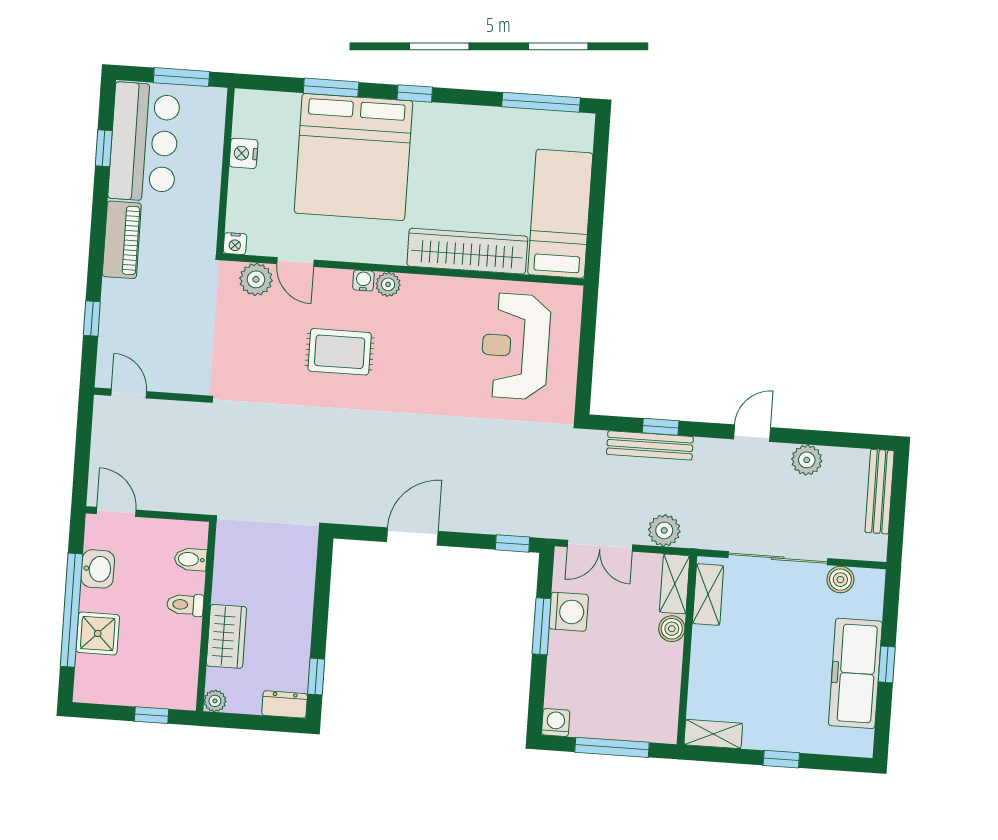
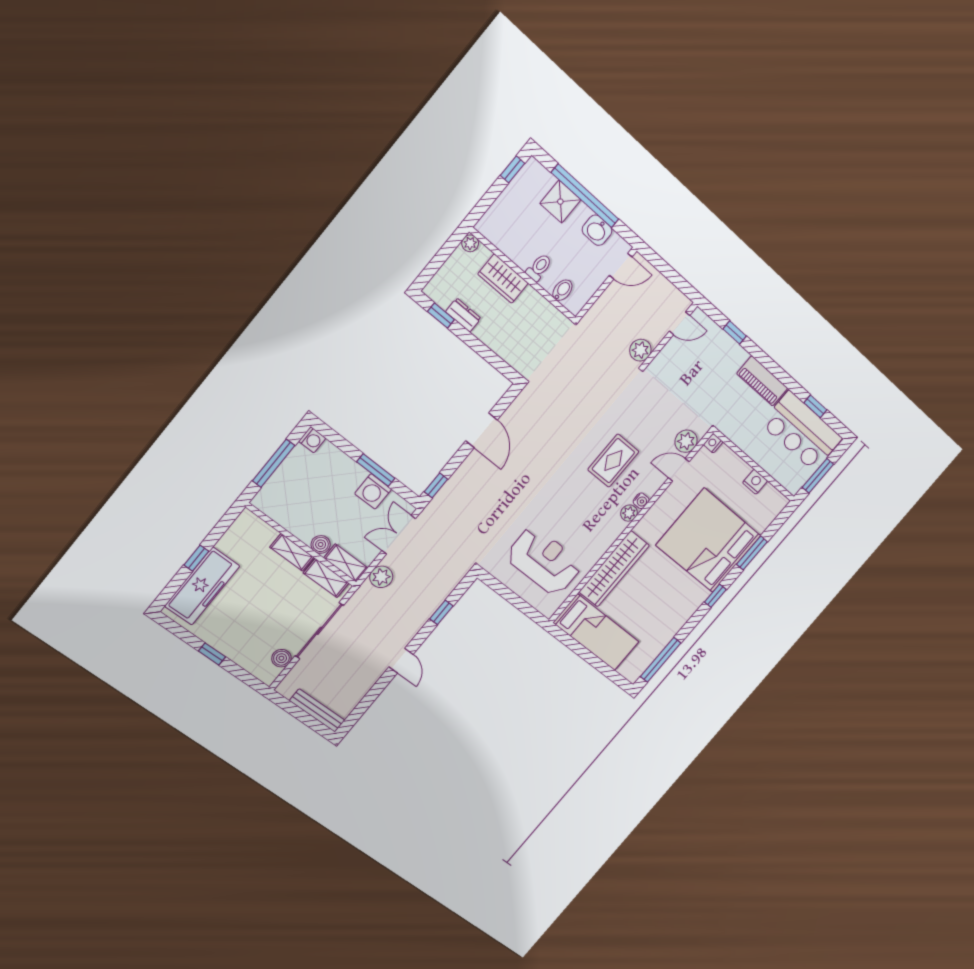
bench: (650, 445) -> (435, 600), removed
plant: (807, 460) -> (640, 350), moved
freezer: (855, 673) -> (202, 586), moved, turned 90
dresser: (285, 704) -> (463, 315), moved, turned -90
window: (151, 715) -> (513, 169), moved
shelving: (713, 734) -> (292, 552), moved, turned 90

